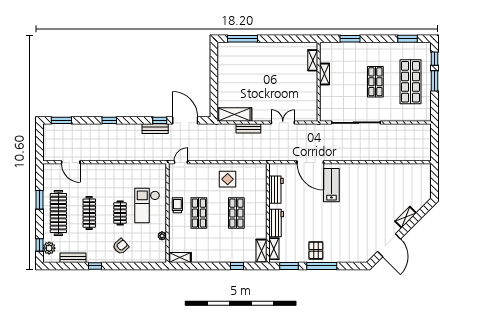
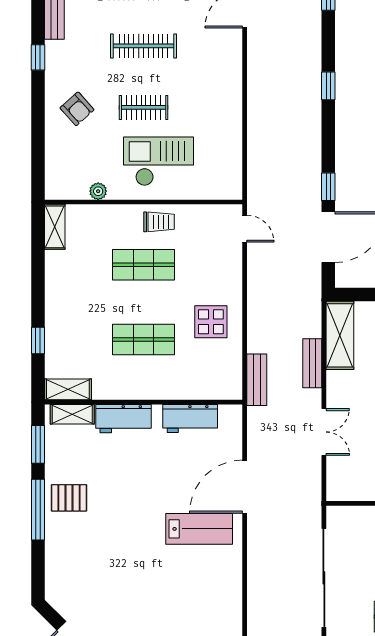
bench: (155, 129) -> (257, 380), moved

